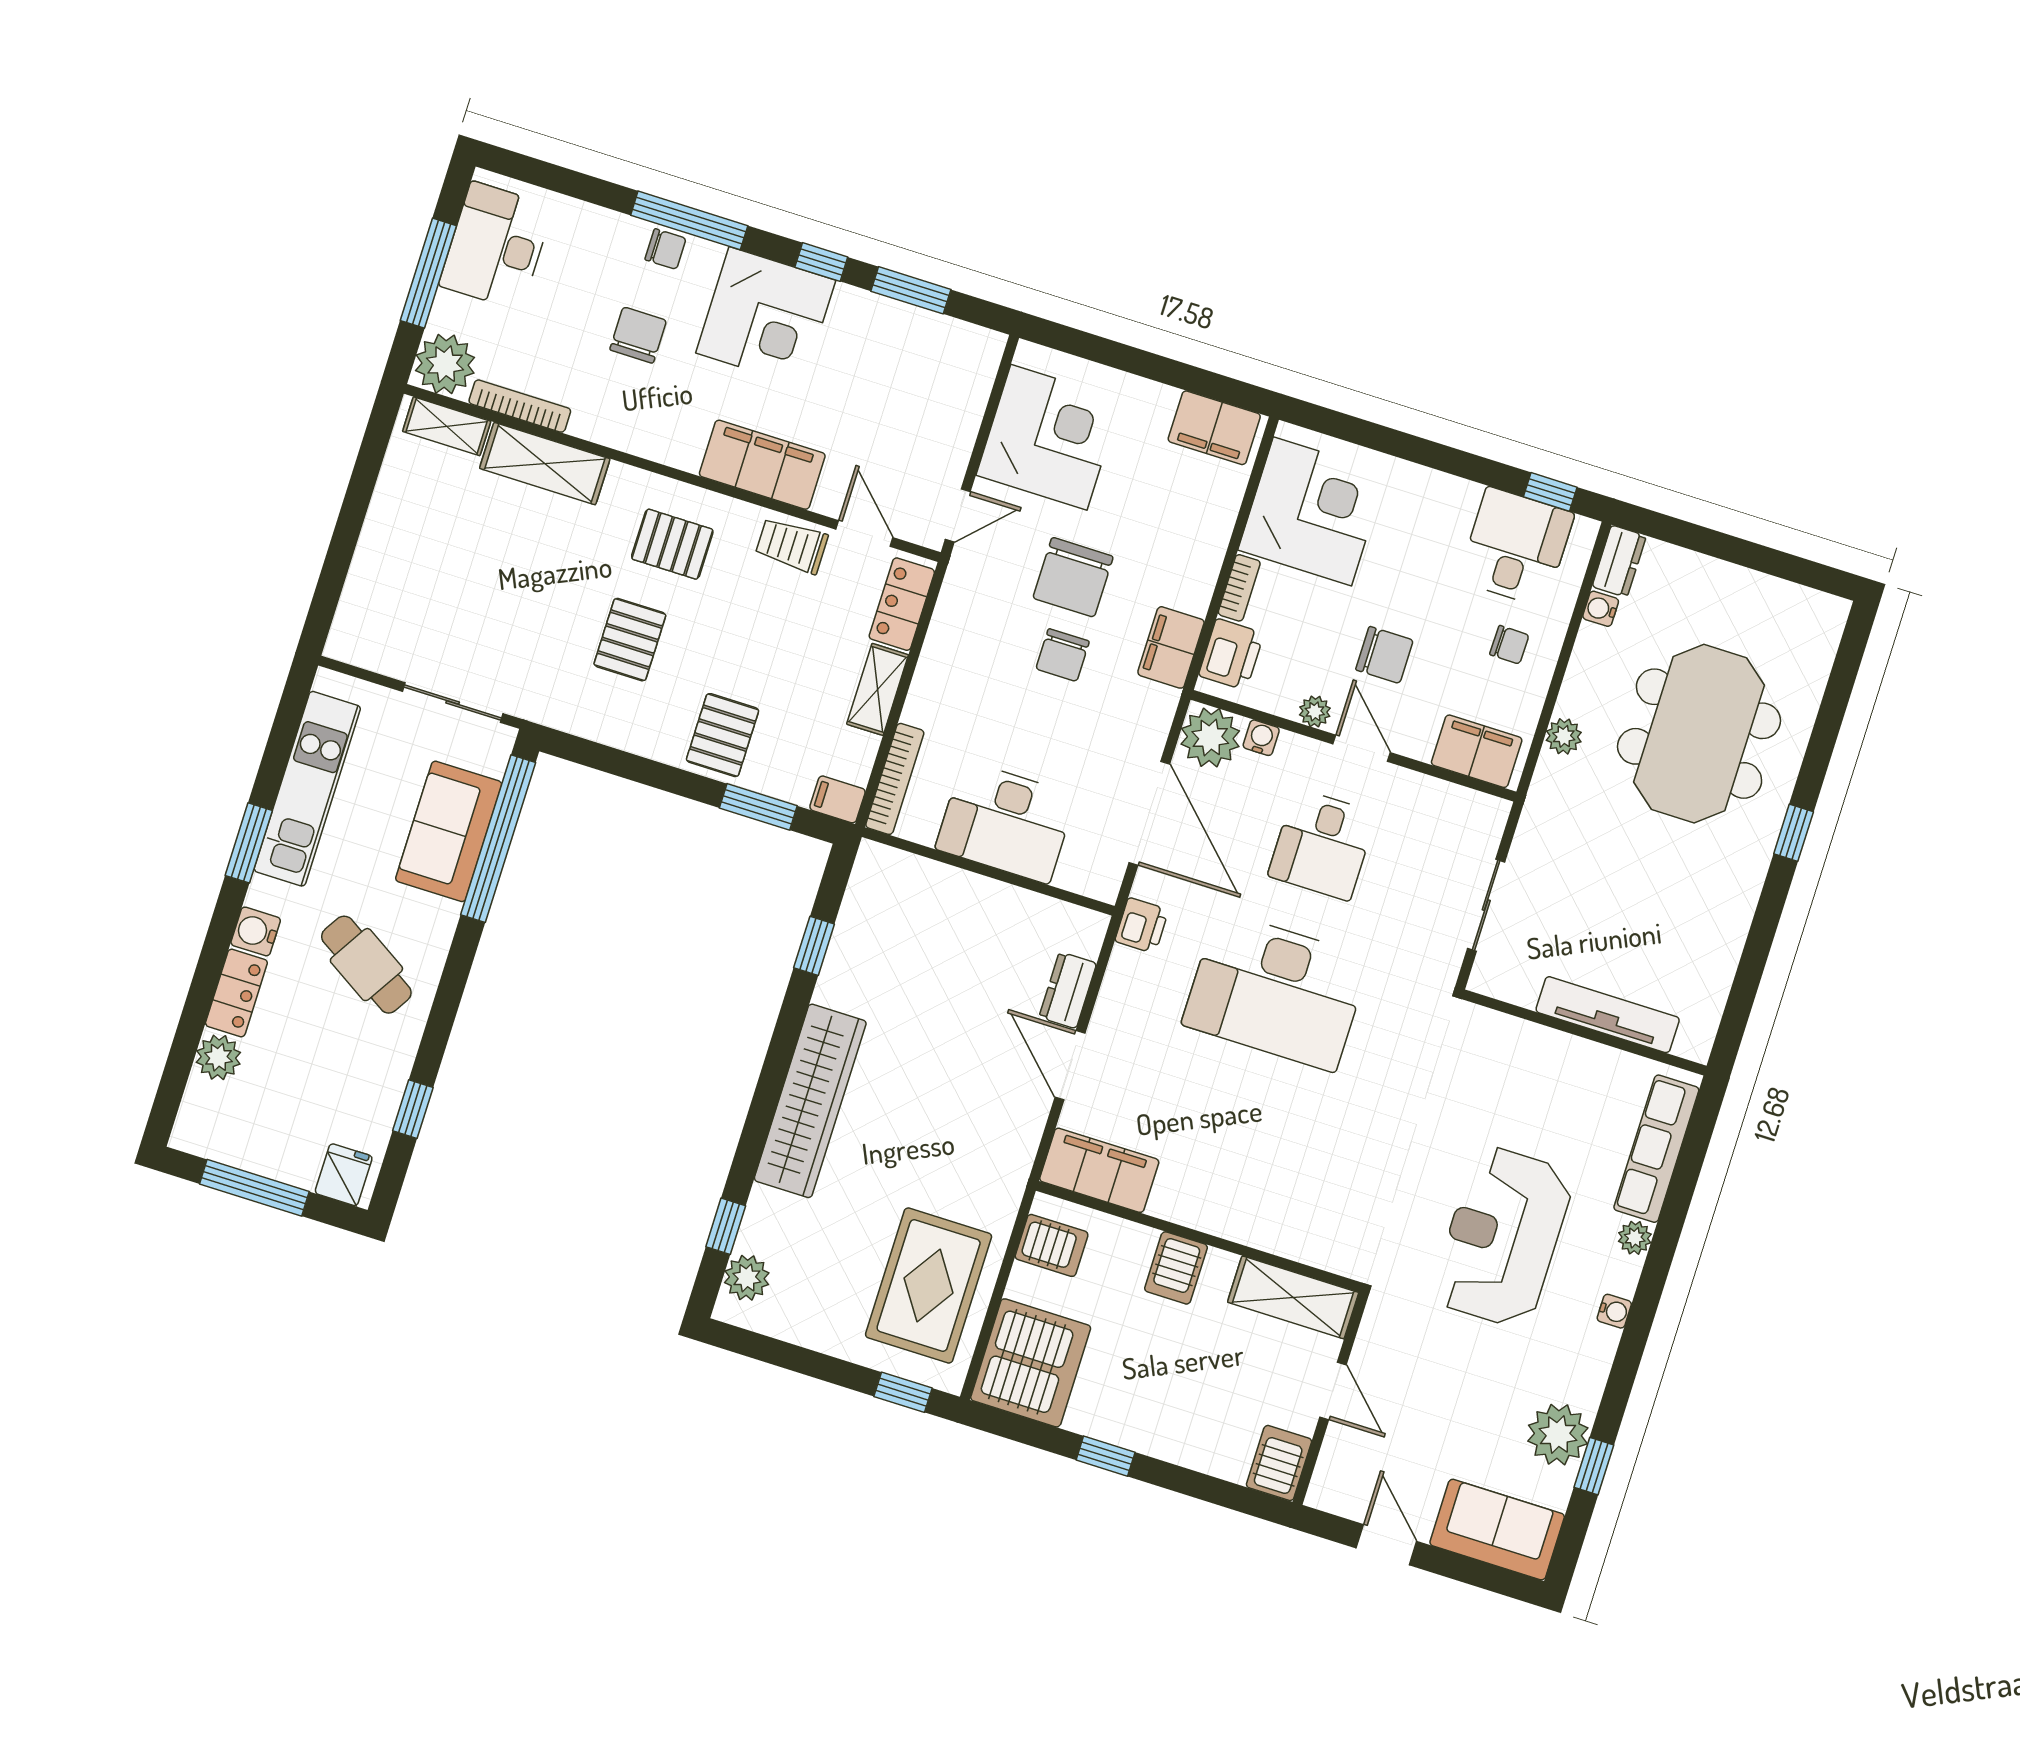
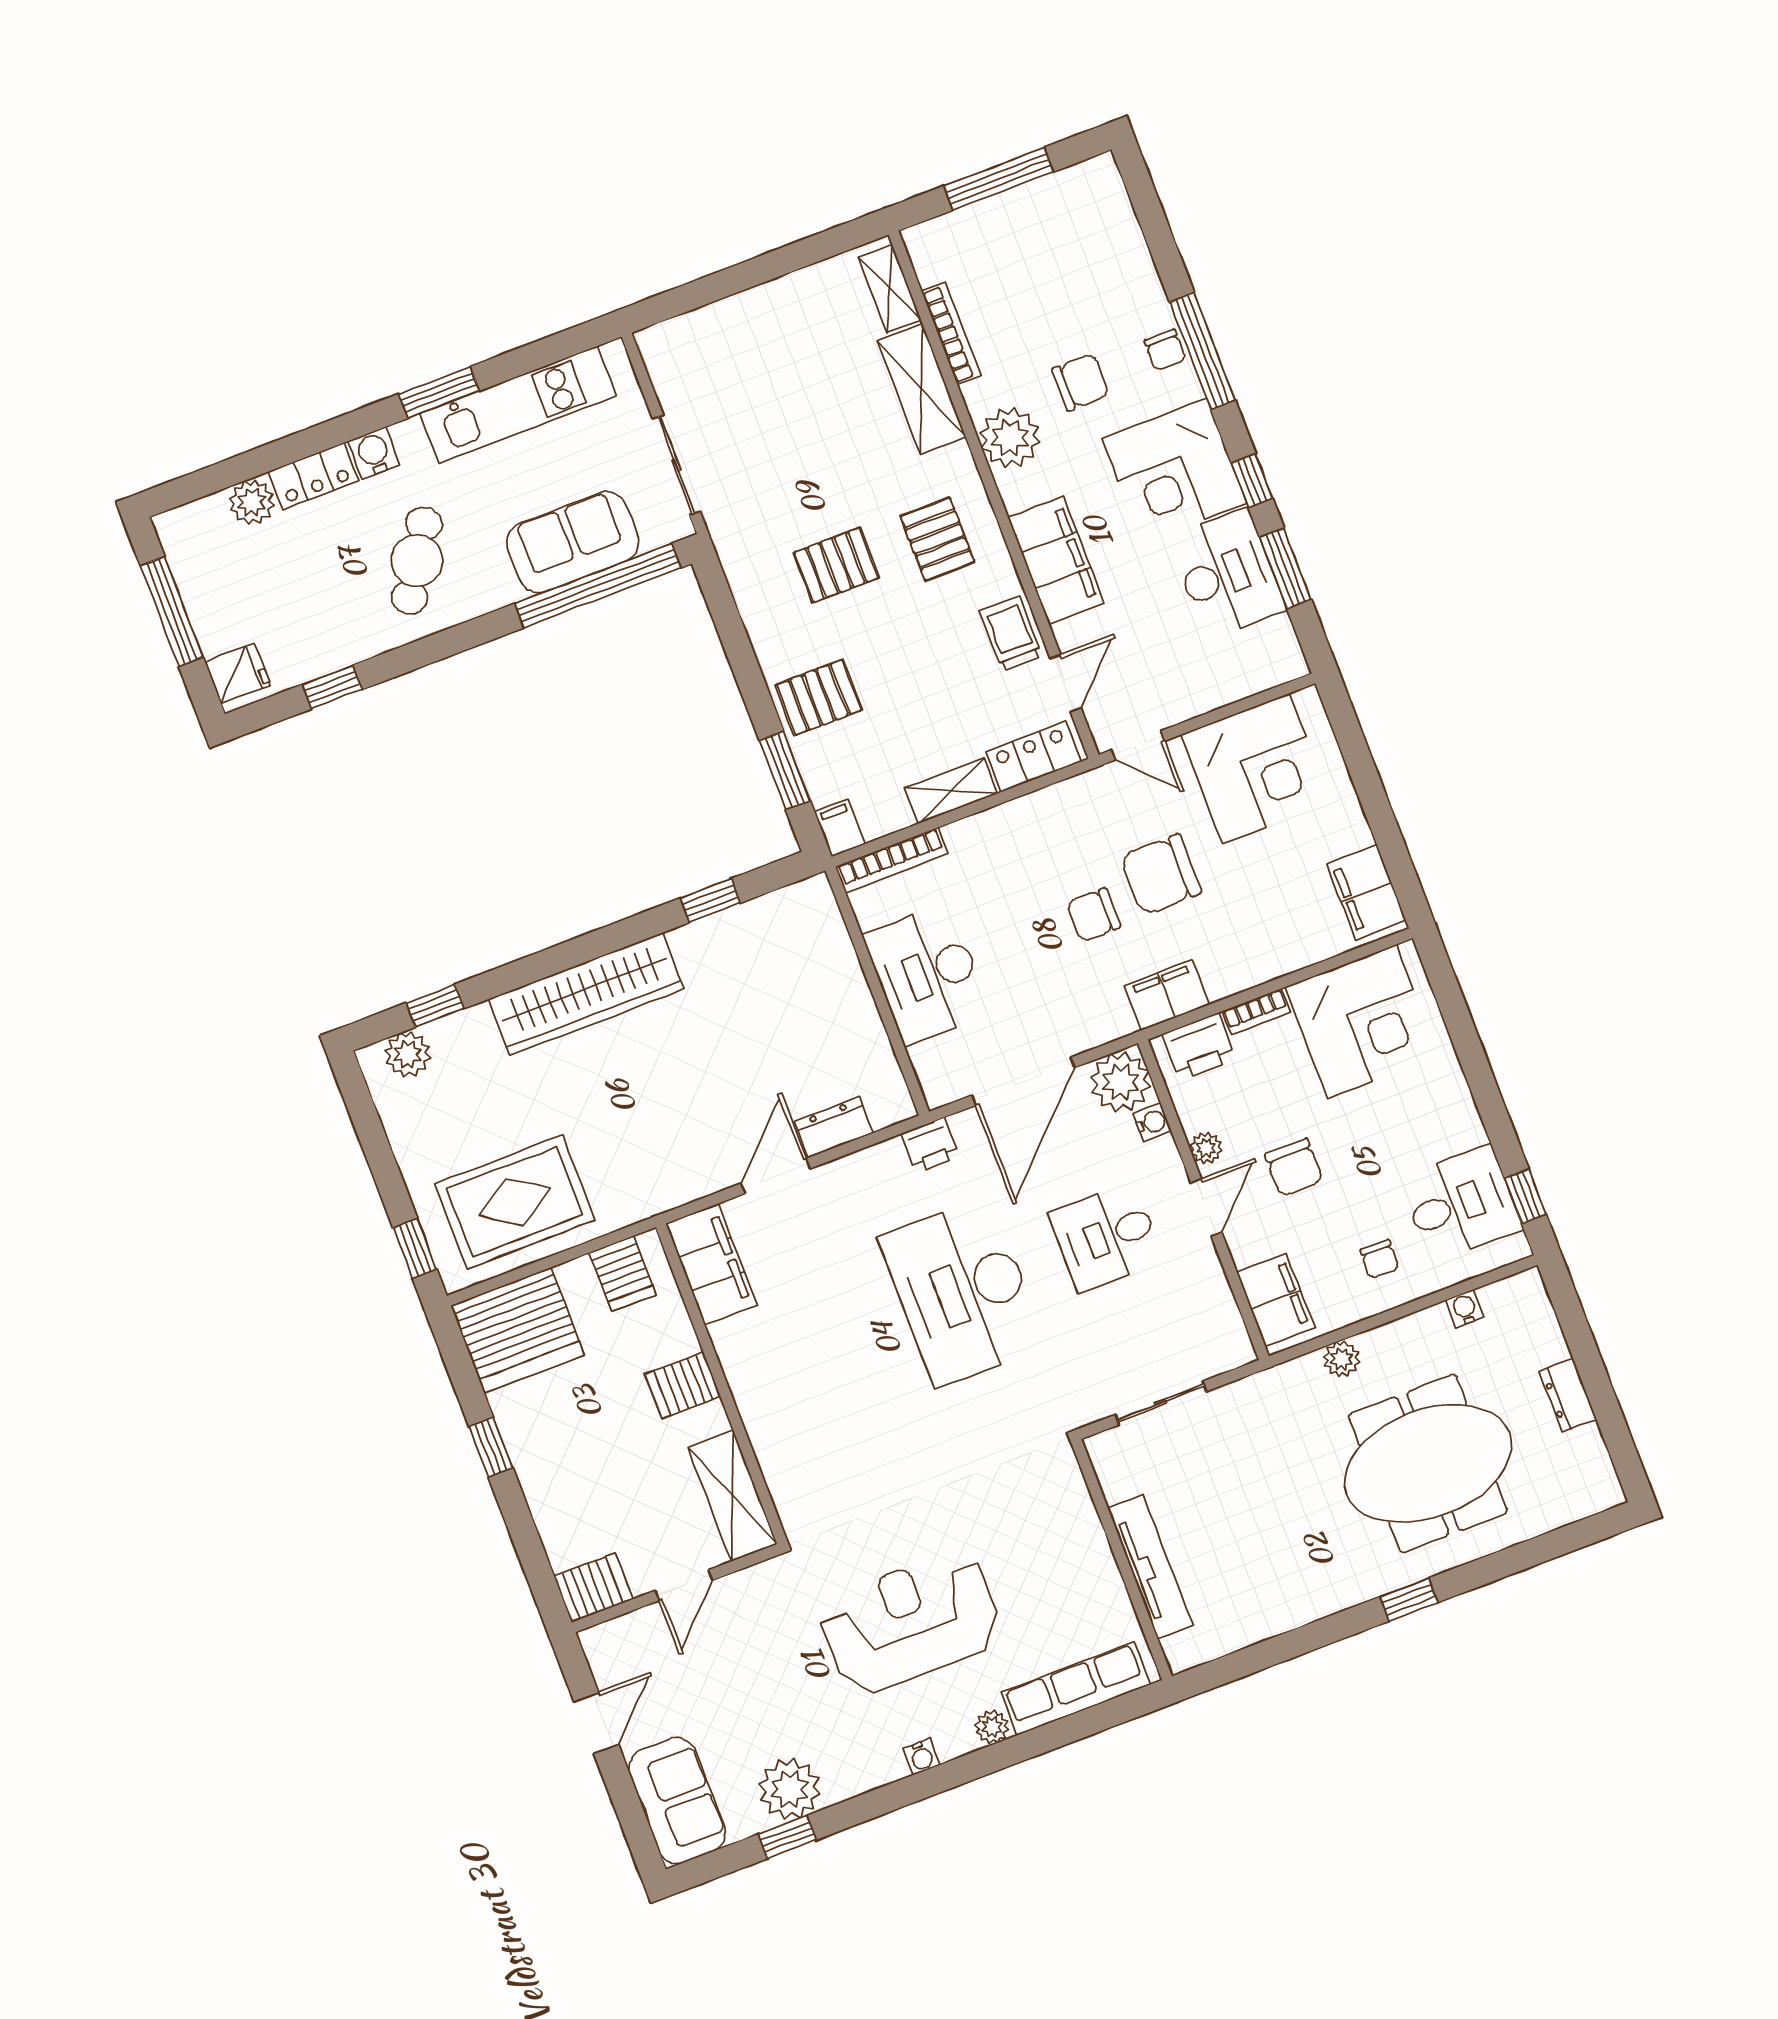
desk: (496, 246) -> (1227, 574), moved, turned 90
plant: (445, 364) -> (1010, 438), moved
dresser: (1619, 561) -> (1568, 1395), moved, turned 90

